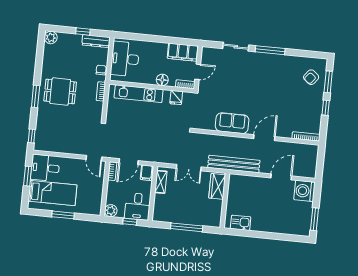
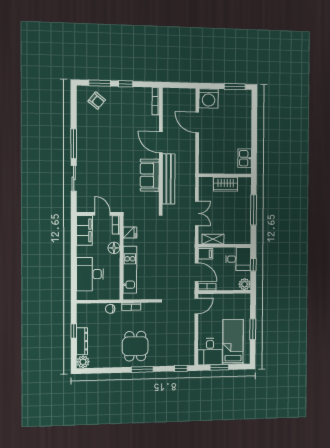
dresser: (96, 41) -> (82, 341), moved
desk: (125, 59) -> (90, 274), moved, turned 90
bench: (234, 164) -> (169, 179), moved
wardrobe: (217, 186) -> (226, 184), moved

